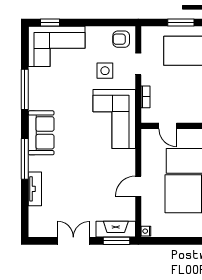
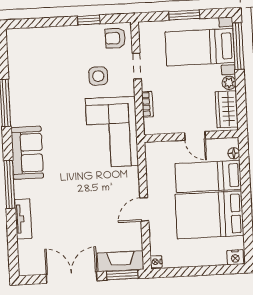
window: (50, 23) -> (89, 20), moved
corner sofa: (57, 46) -> (40, 51), removed
door: (168, 126) -> (195, 136), moved
double door: (73, 241) -> (72, 278), width x1.37

